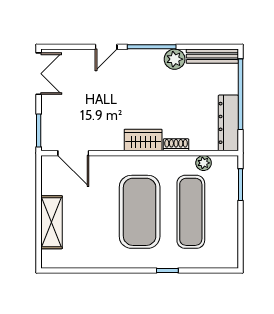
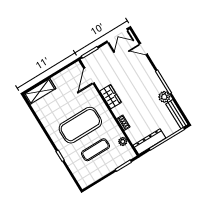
door: (106, 47) -> (143, 49), moved
wardrobe: (143, 140) -> (111, 97), moved
exercise mat: (191, 212) -> (95, 150), width x0.73, depth x0.69
shelving: (52, 222) -> (40, 91), moved

